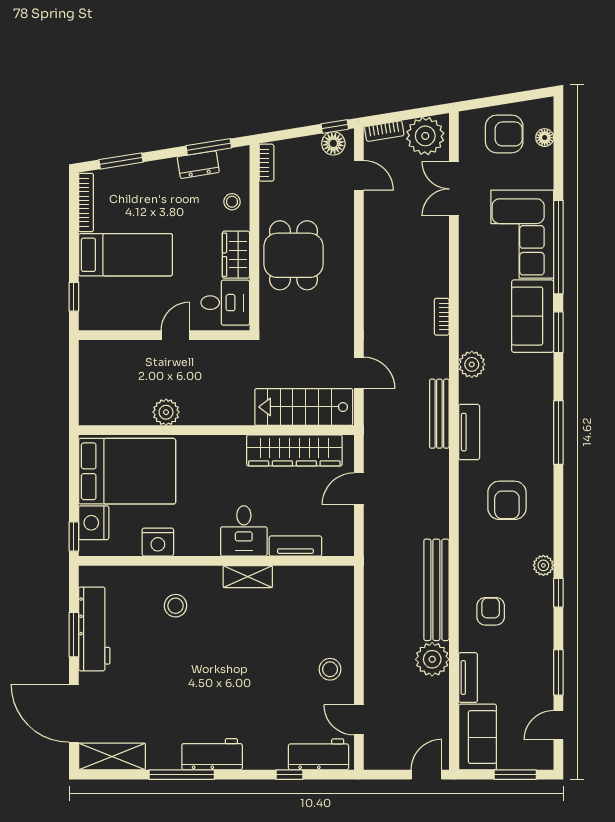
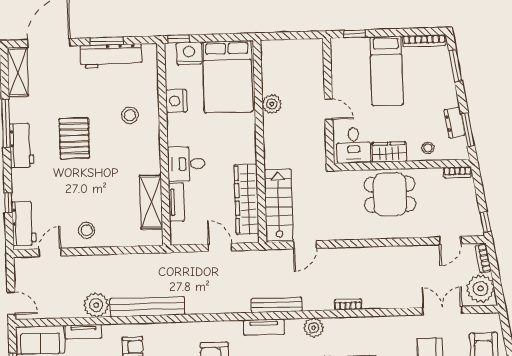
floor lamp: (333, 143) -> (473, 221), removed
shelving: (248, 577) -> (151, 202), moved, width x1.50, depth x1.33
pallet: (205, 682) -> (74, 138), added

